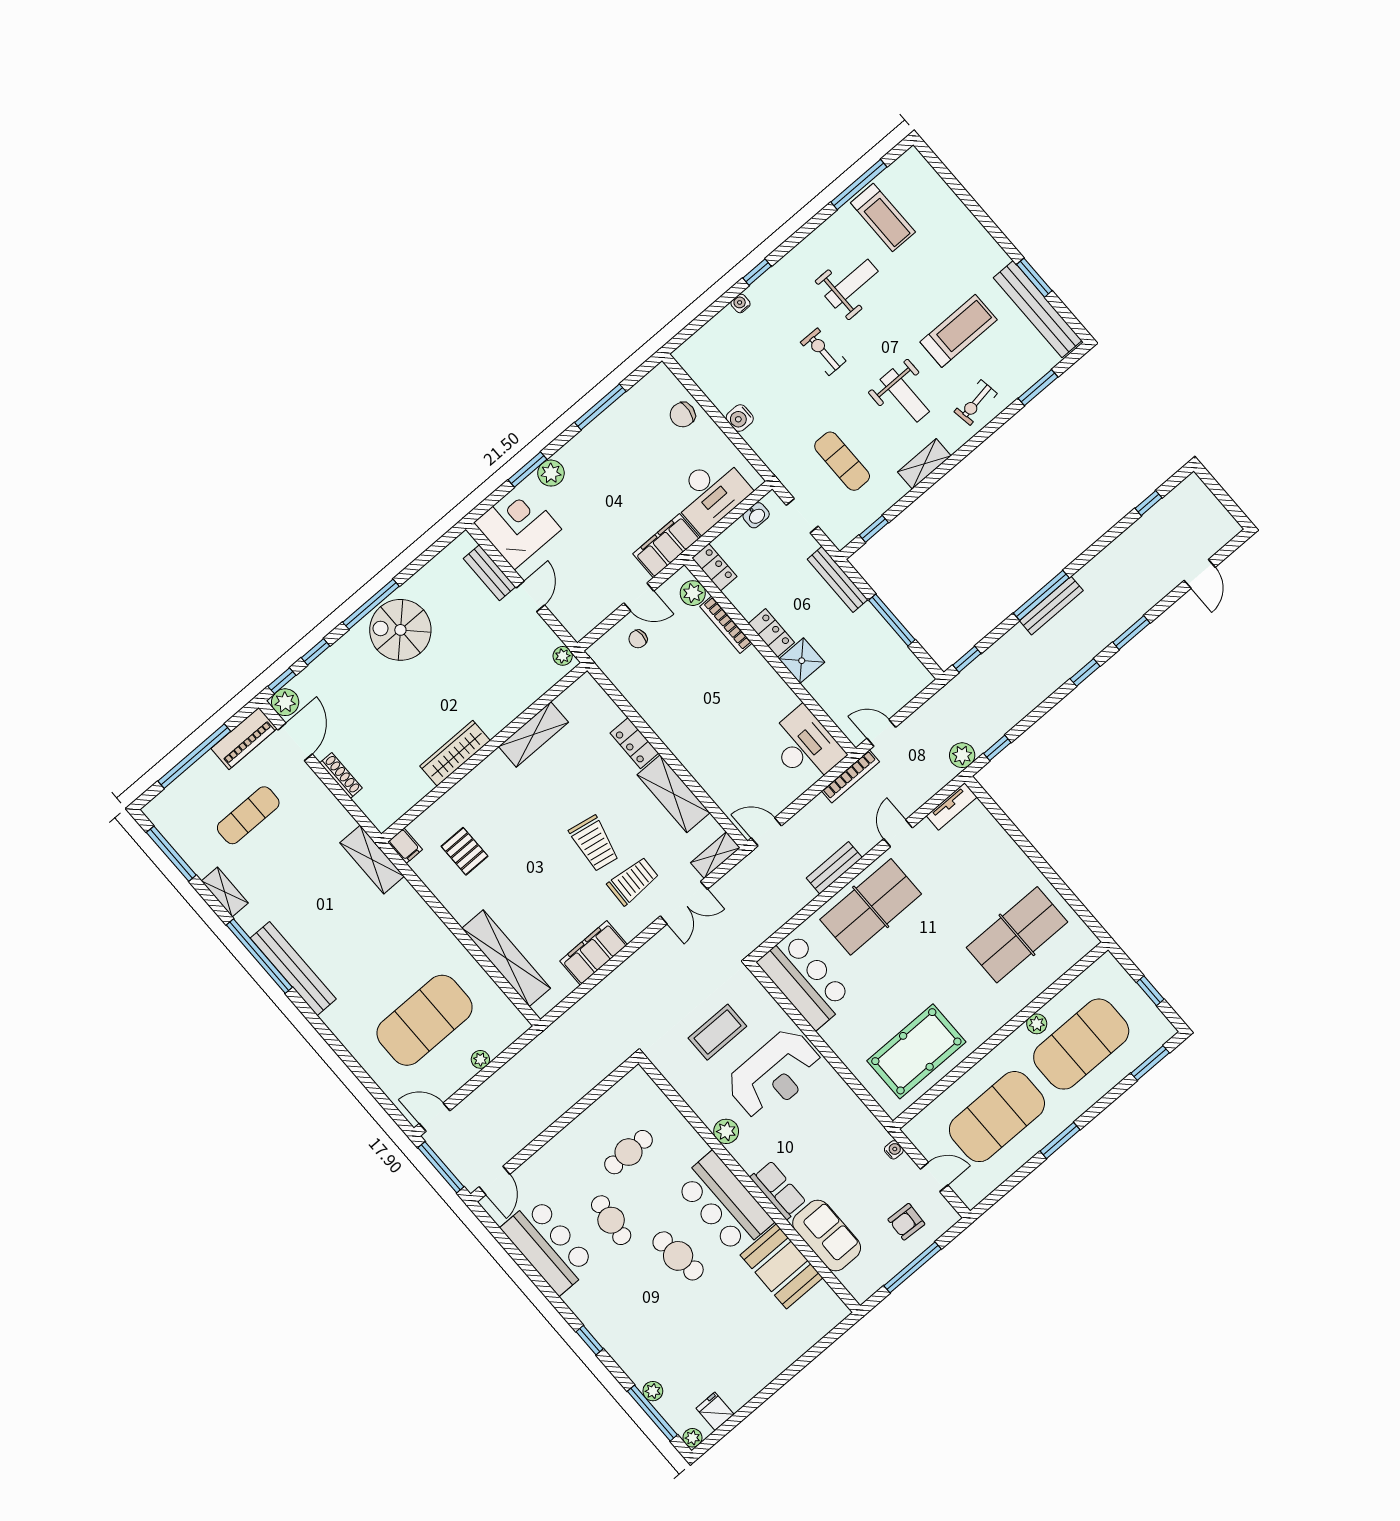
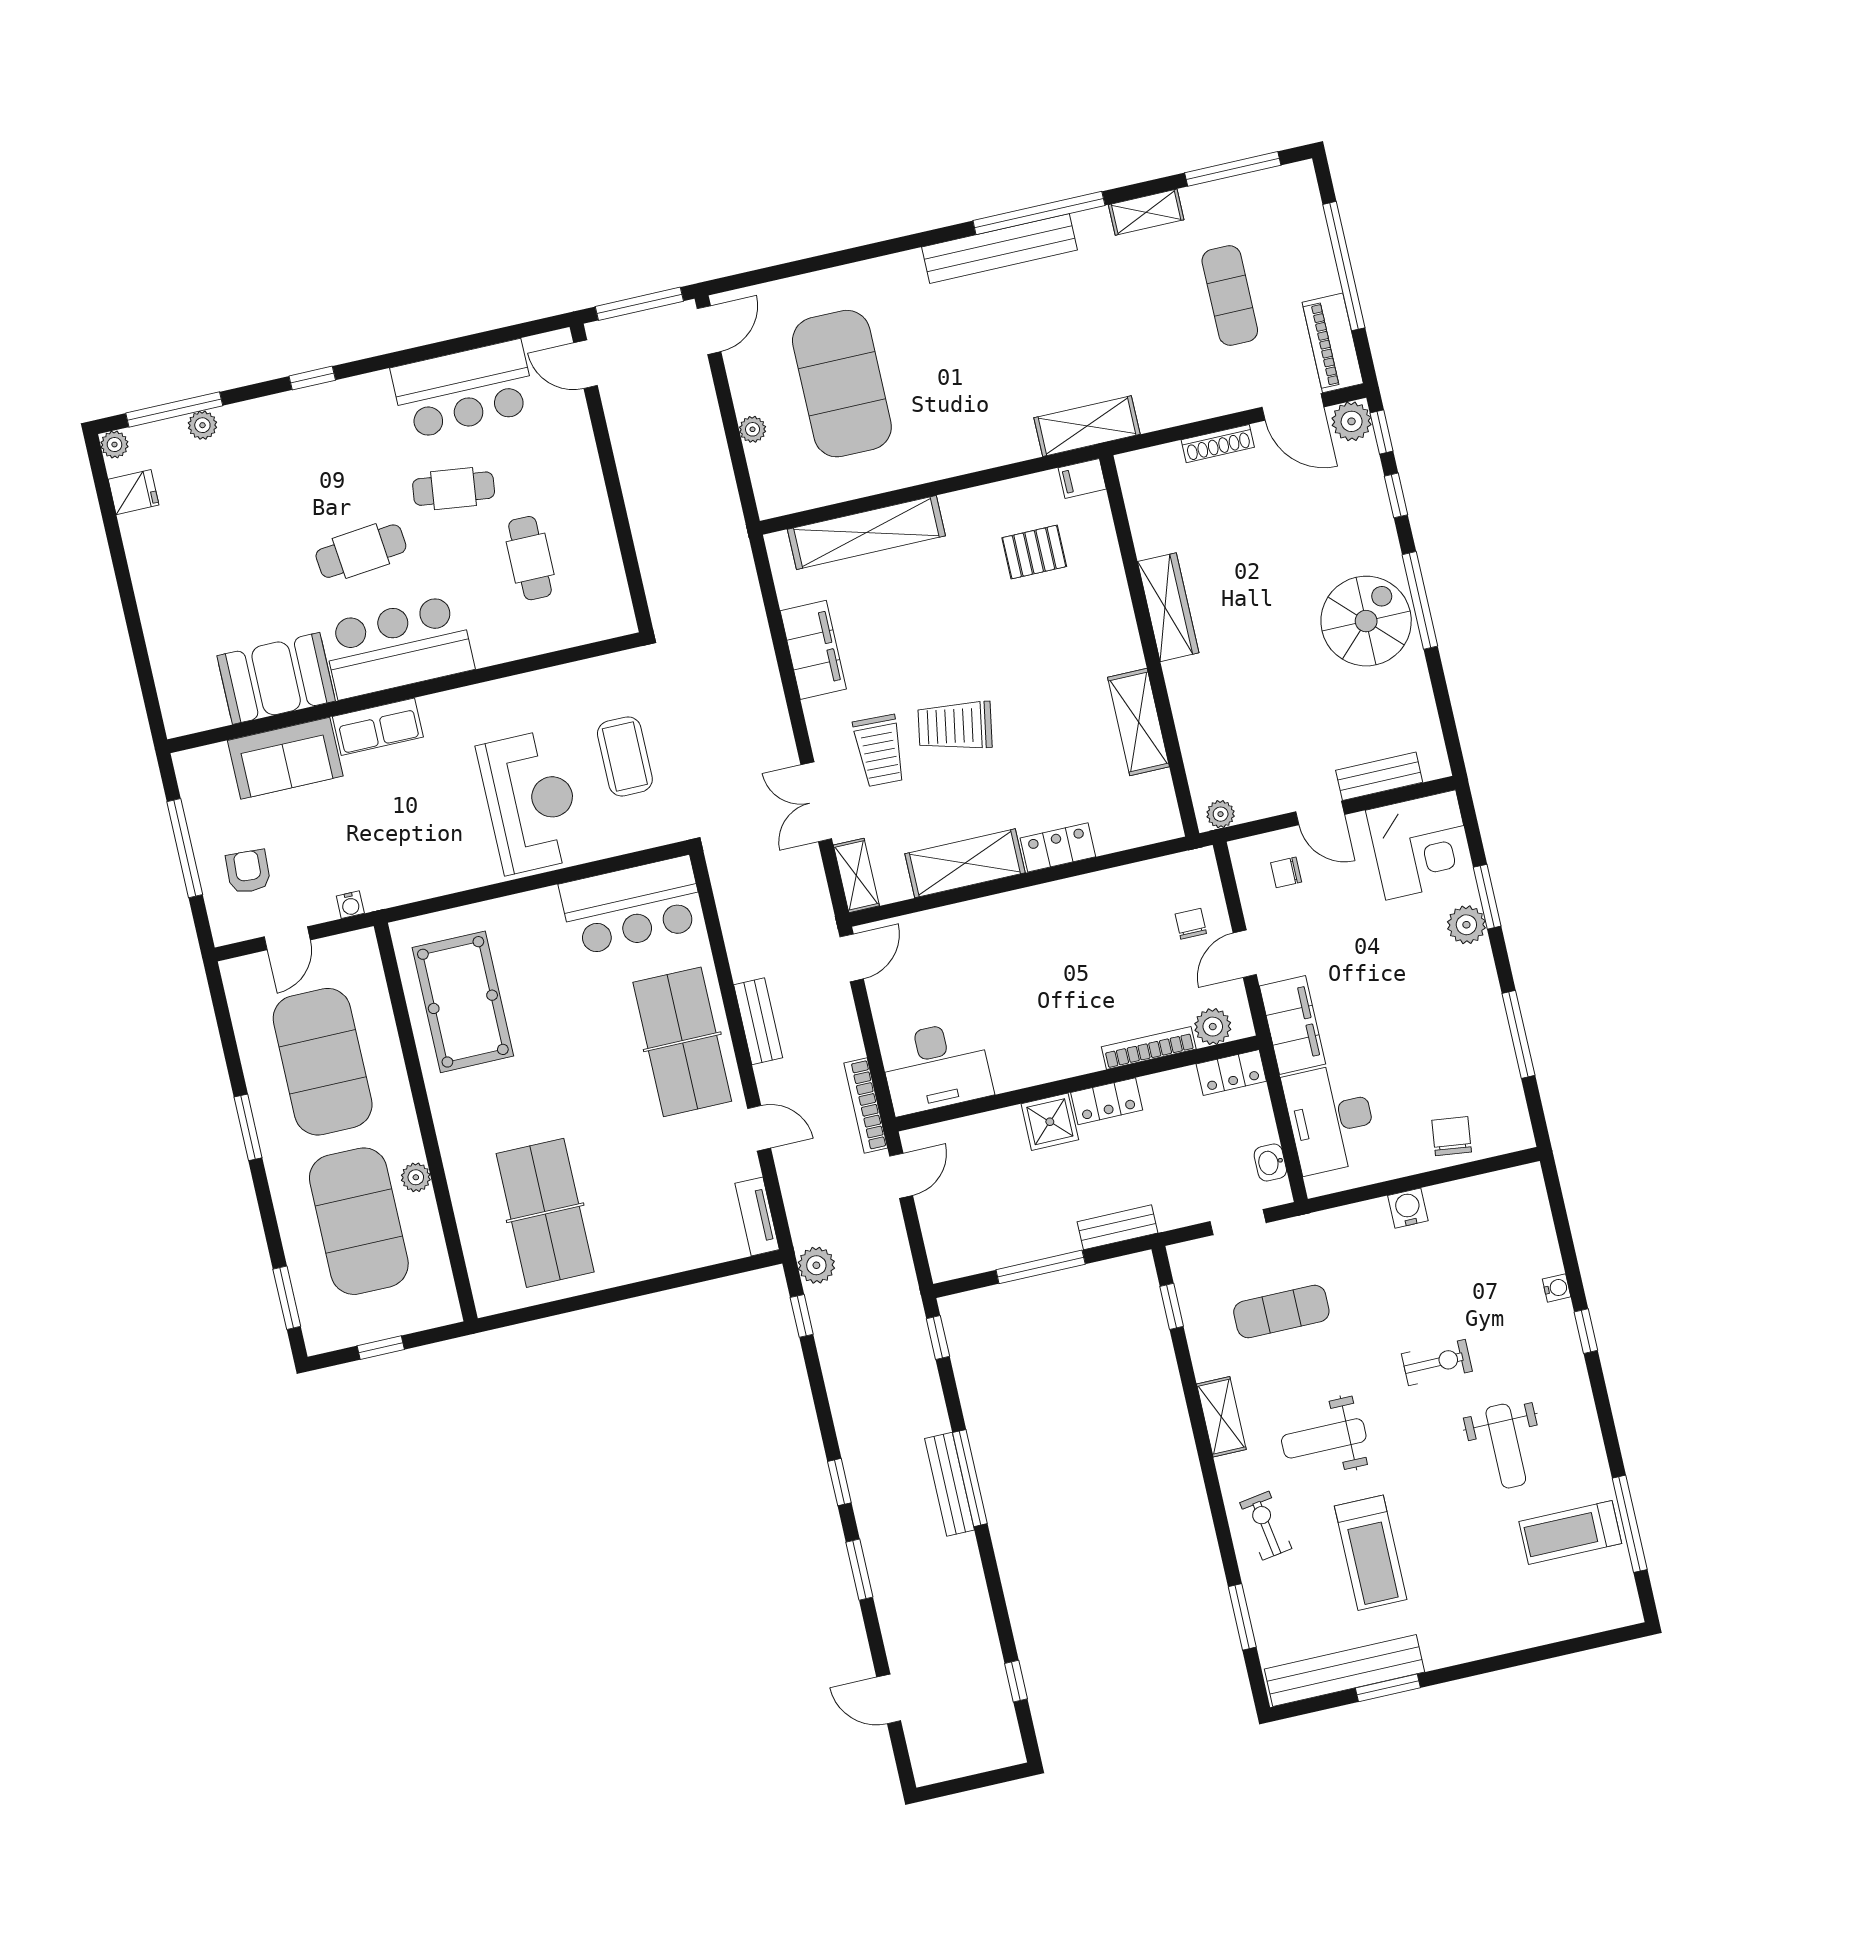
bench: (838, 579) -> (1117, 1227), width x0.73
chair: (577, 598) -> (1286, 872), added
reception desk: (775, 1074) -> (531, 802), turned 180
plant: (726, 1131) -> (490, 699), removed

